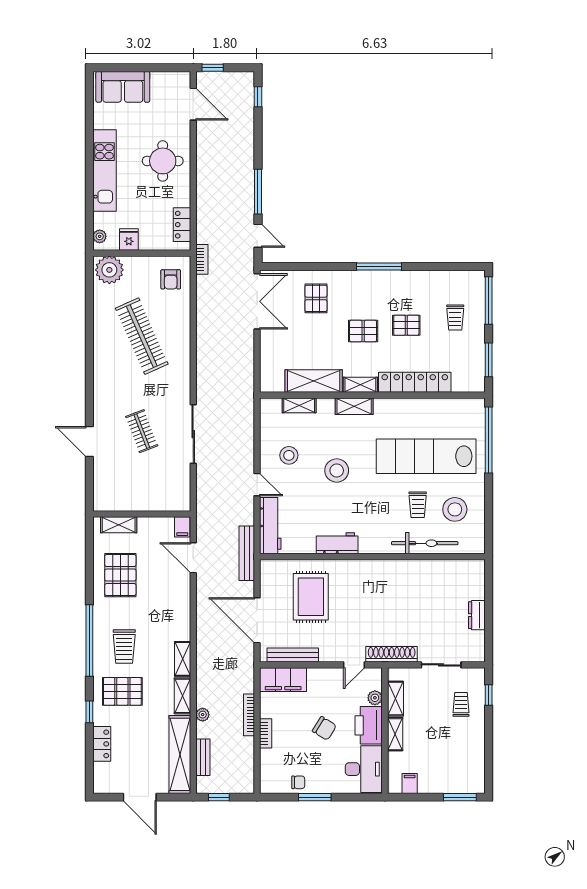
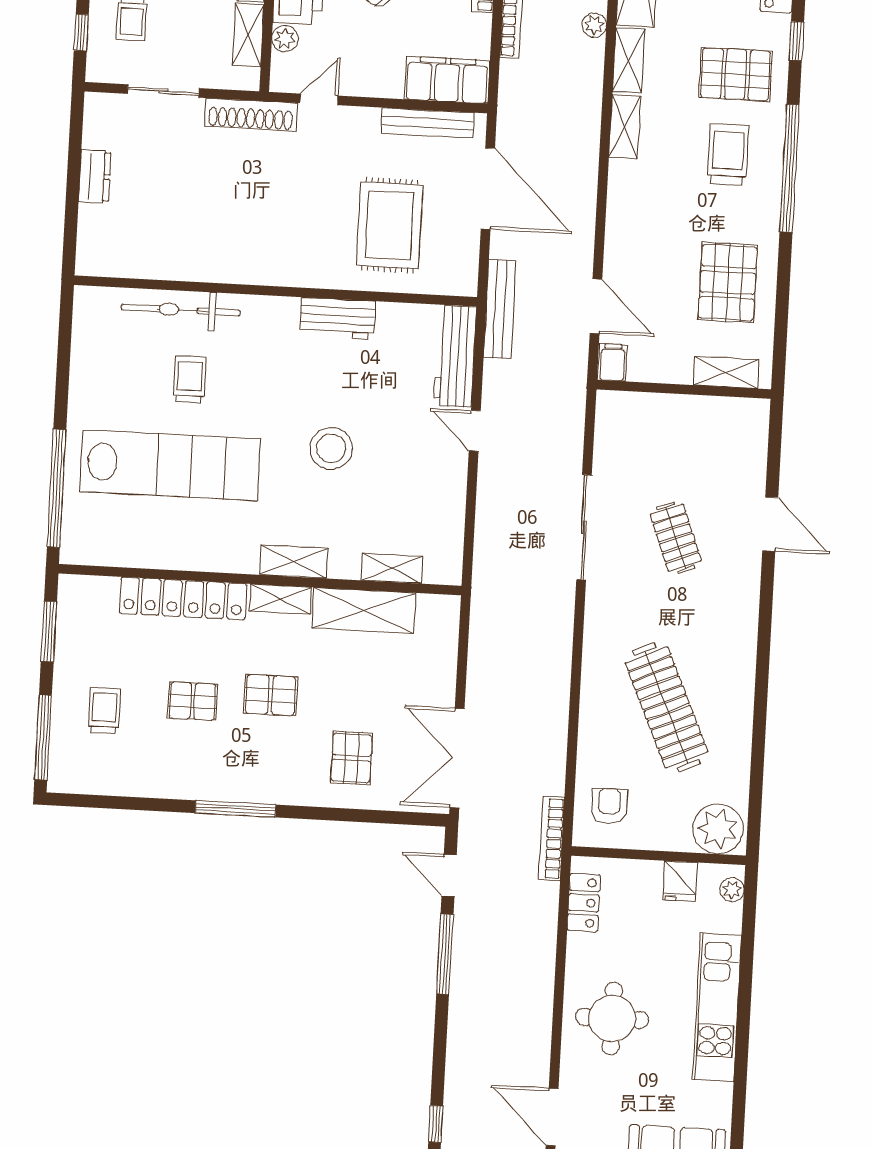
bookcase: (202, 259) -> (552, 839), width x1.56
stool: (289, 455) -> (415, 480), removed
stool: (455, 509) -> (124, 367), removed

